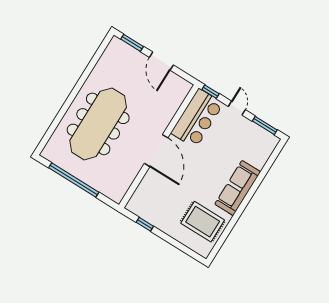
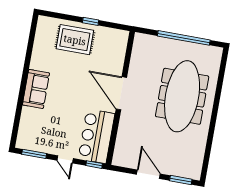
sofa: (238, 188) -> (36, 89), width x0.73
rug: (203, 222) -> (75, 40), moved
window: (145, 224) -> (91, 21), moved

